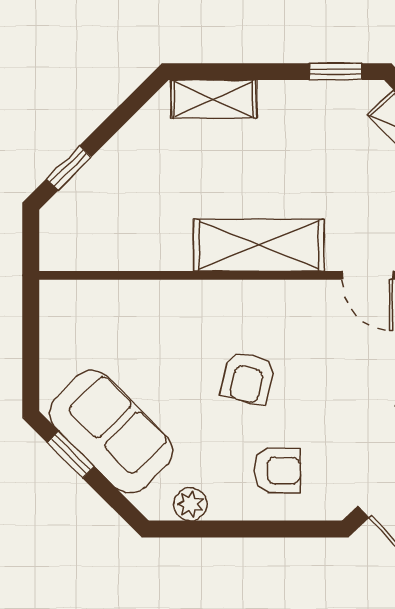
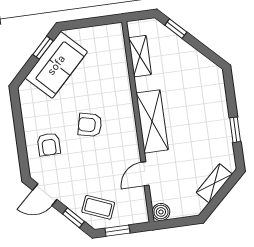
window: (336, 72) -> (235, 130), moved
shelving: (214, 99) -> (140, 56), moved
plant: (190, 504) -> (28, 106), removed

